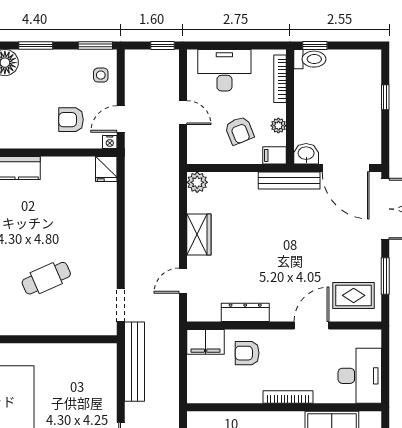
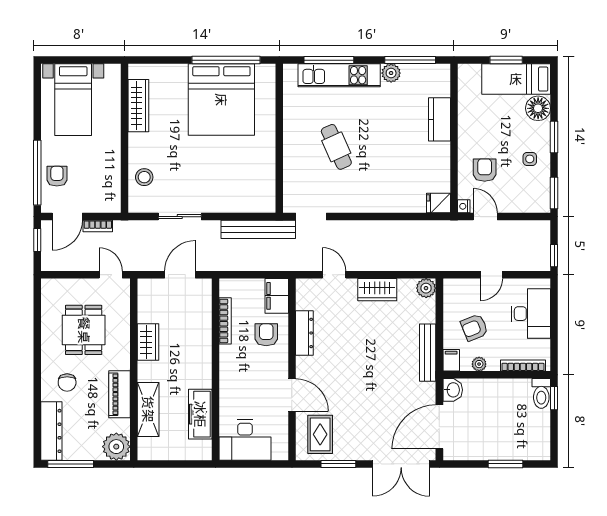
side table: (101, 75) -> (530, 159), moved
window: (385, 97) -> (506, 464), width x1.50
bench: (289, 181) -> (428, 353), moved
bookcase: (288, 397) -> (225, 321), moved

